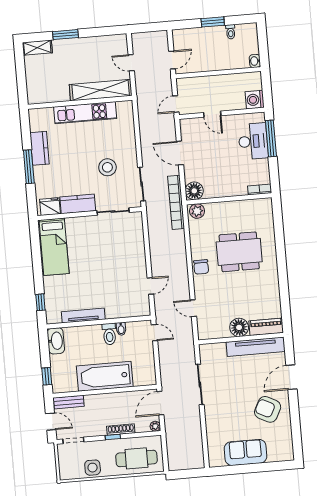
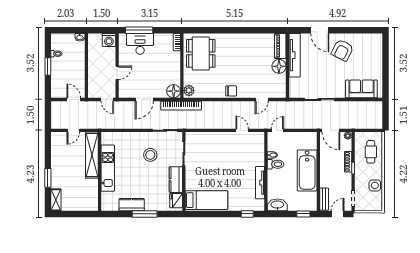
dining table: (239, 252) -> (201, 53), moved
sofa: (246, 452) -> (361, 89), moved, turned 90
cafe table: (136, 458) -> (371, 152), width x0.73, depth x0.74

